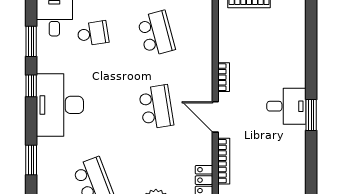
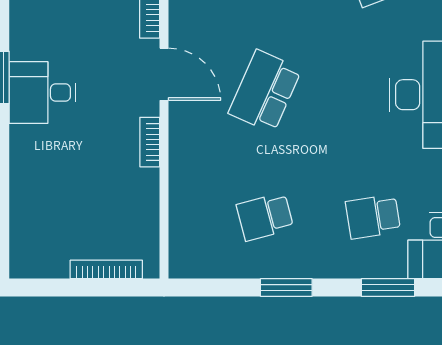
school desk: (156, 33) -> (265, 217), width x0.54
school desk: (156, 107) -> (265, 91), turned 33

